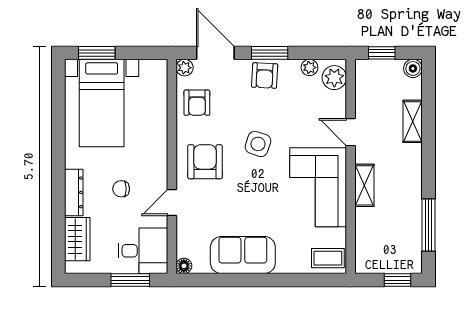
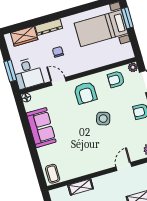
armchair: (205, 162) -> (85, 93), turned 90
shelving: (364, 185) -> (81, 187), moved
corner sofa: (318, 187) -> (89, 158), removed

